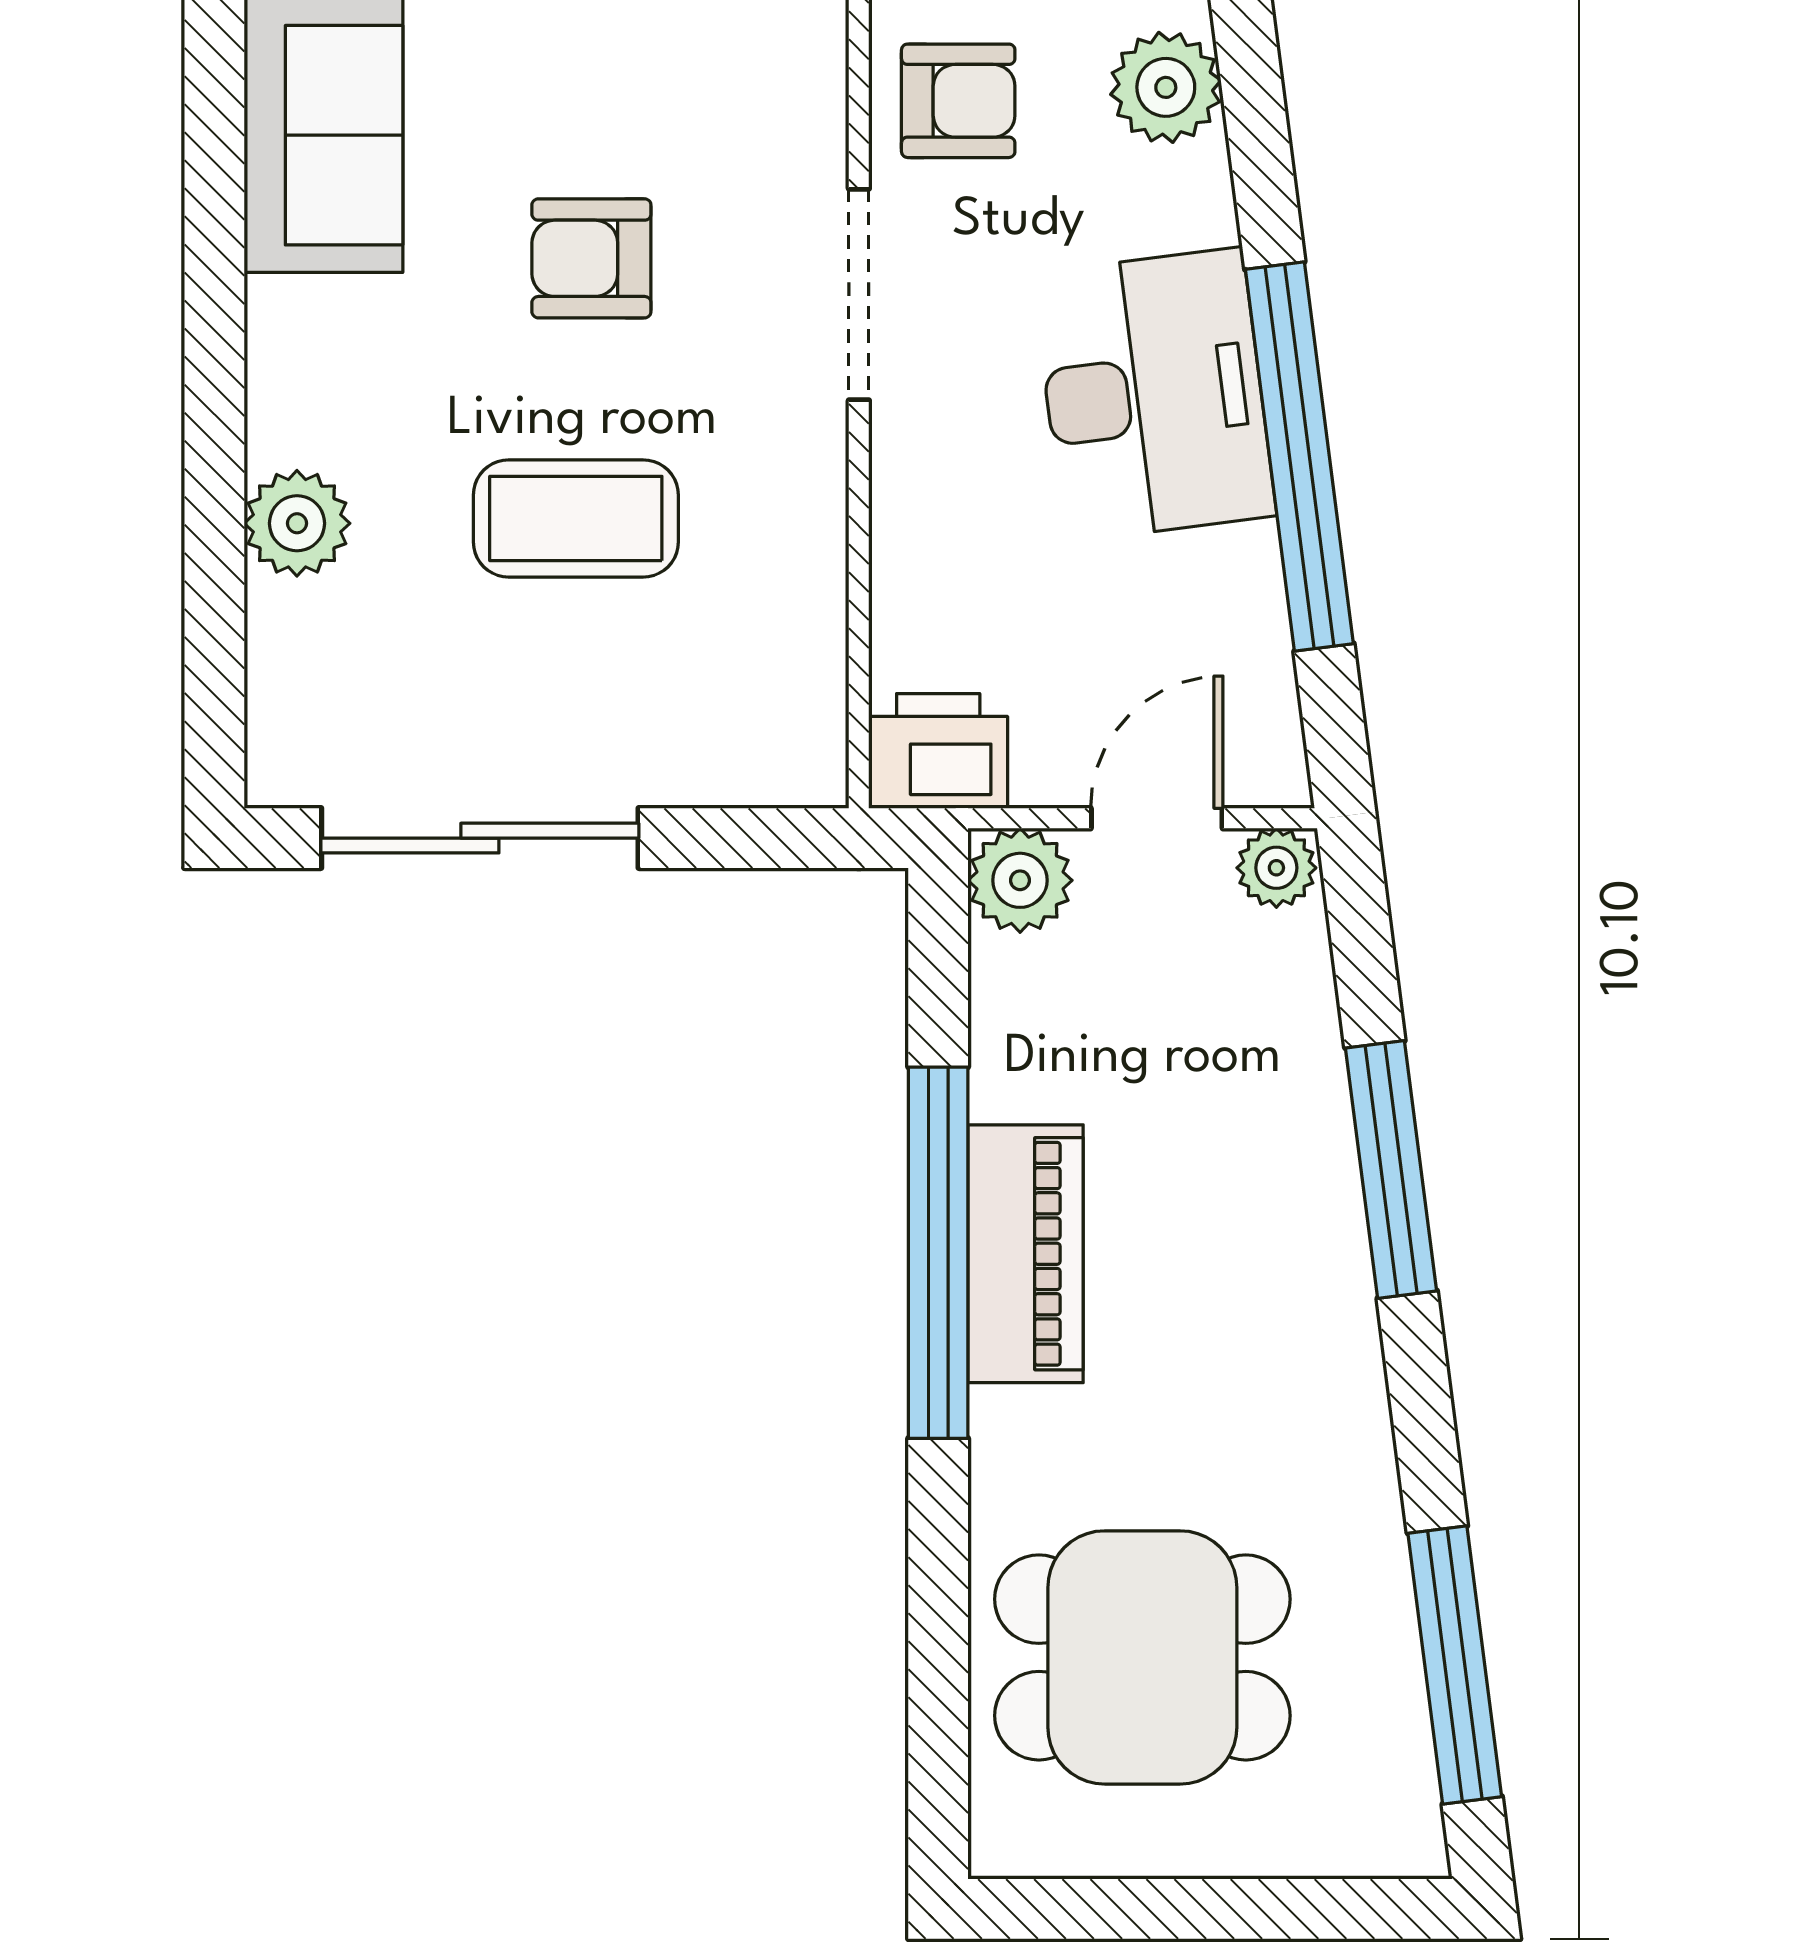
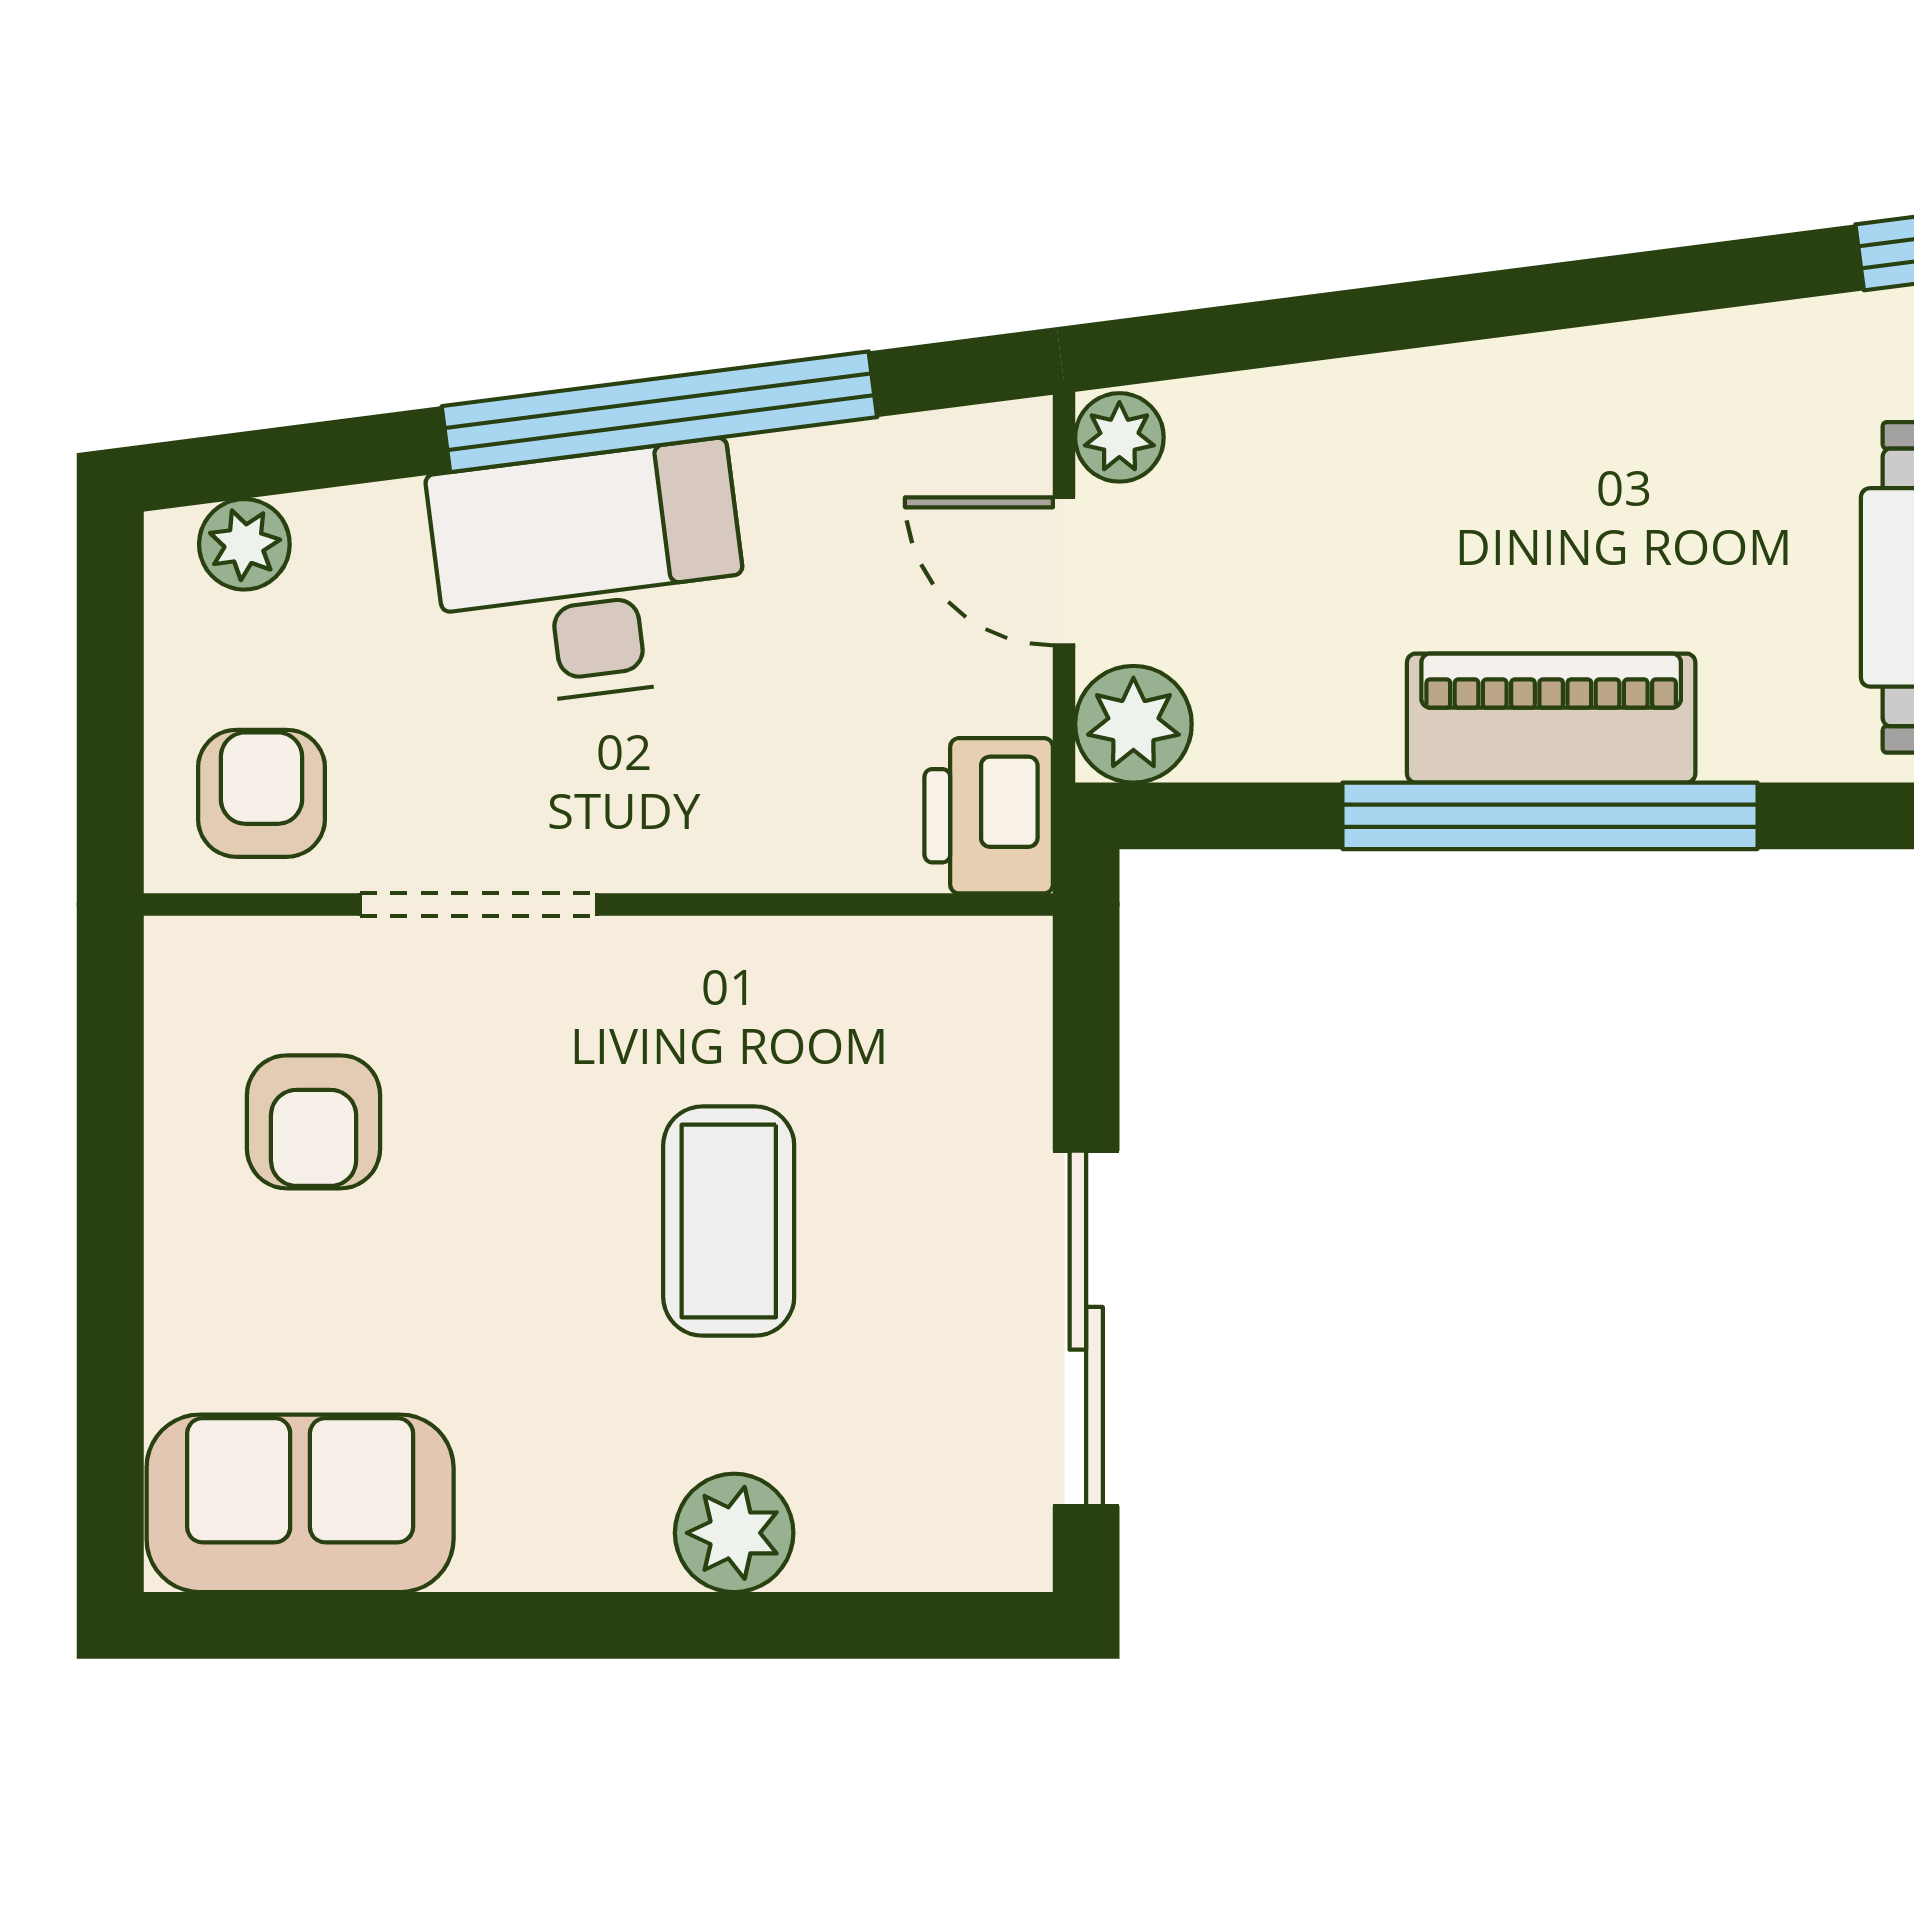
plant: (1166, 87) -> (244, 544), width x0.73, depth x0.73
armchair: (591, 258) -> (314, 1122), moved
window: (1391, 1169) -> (1457, 309), removed

